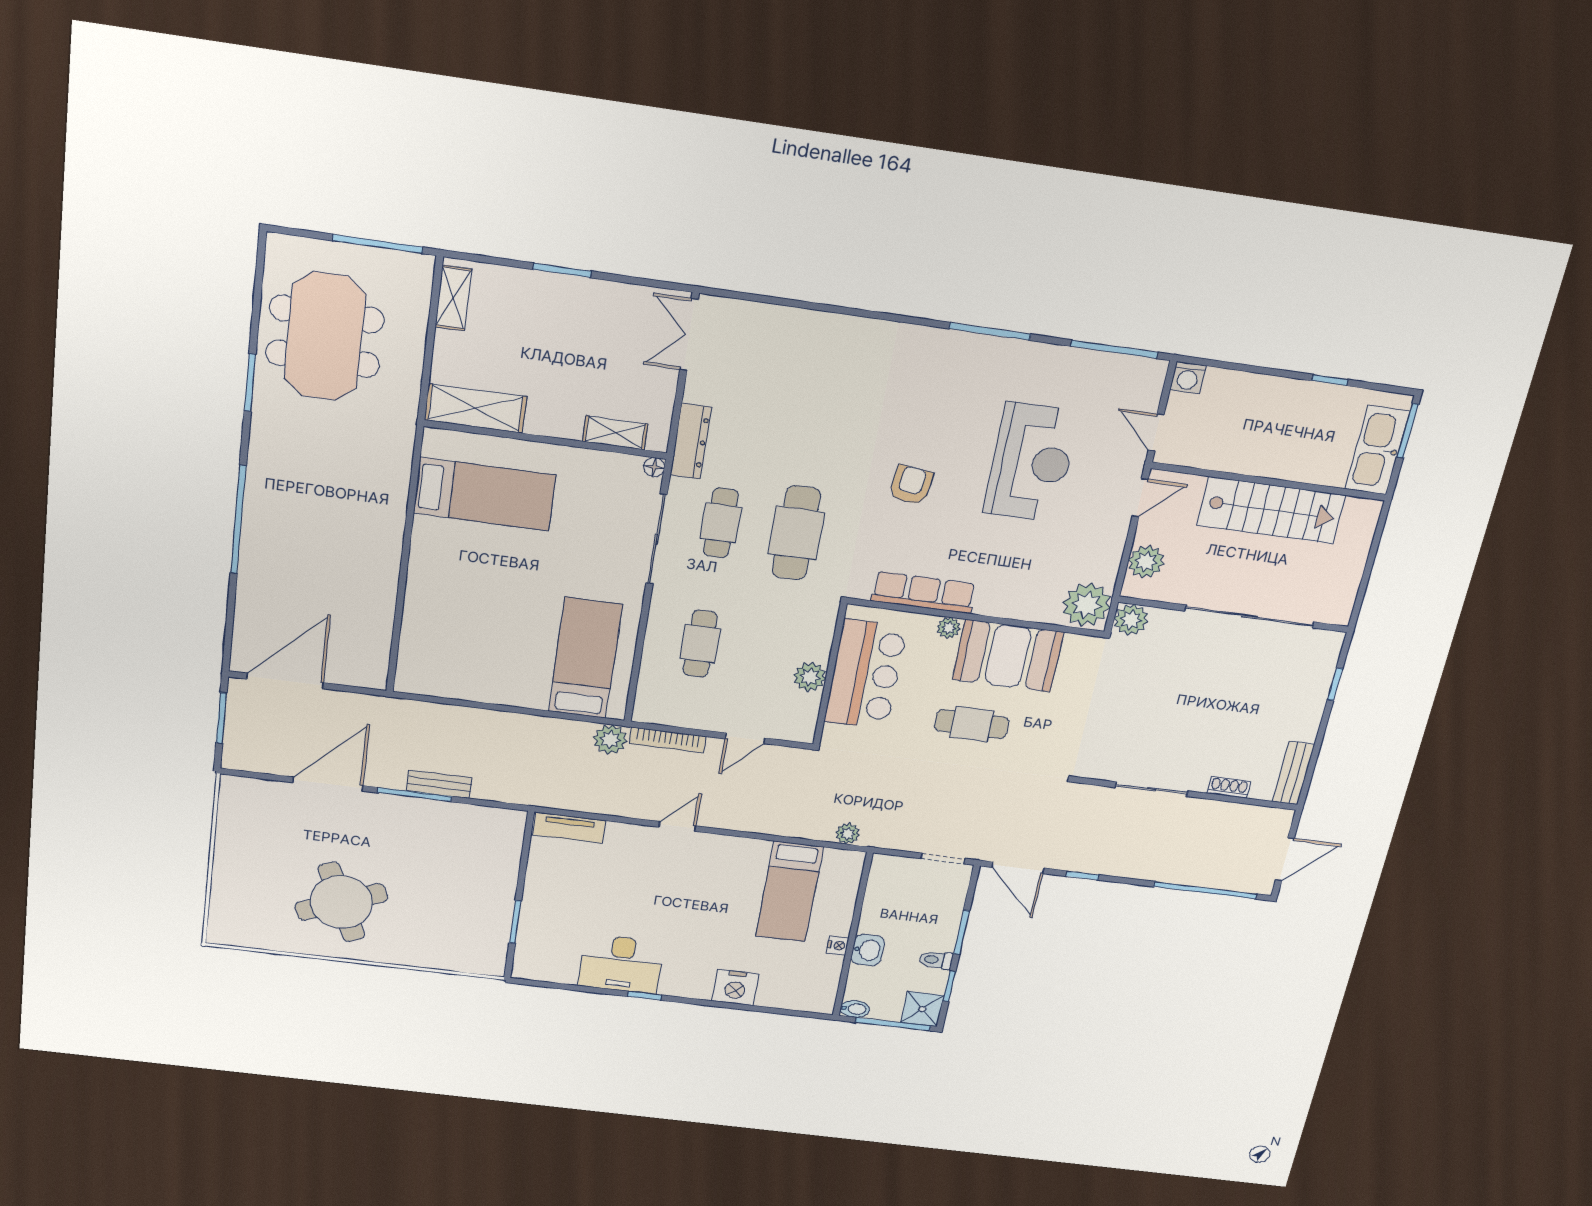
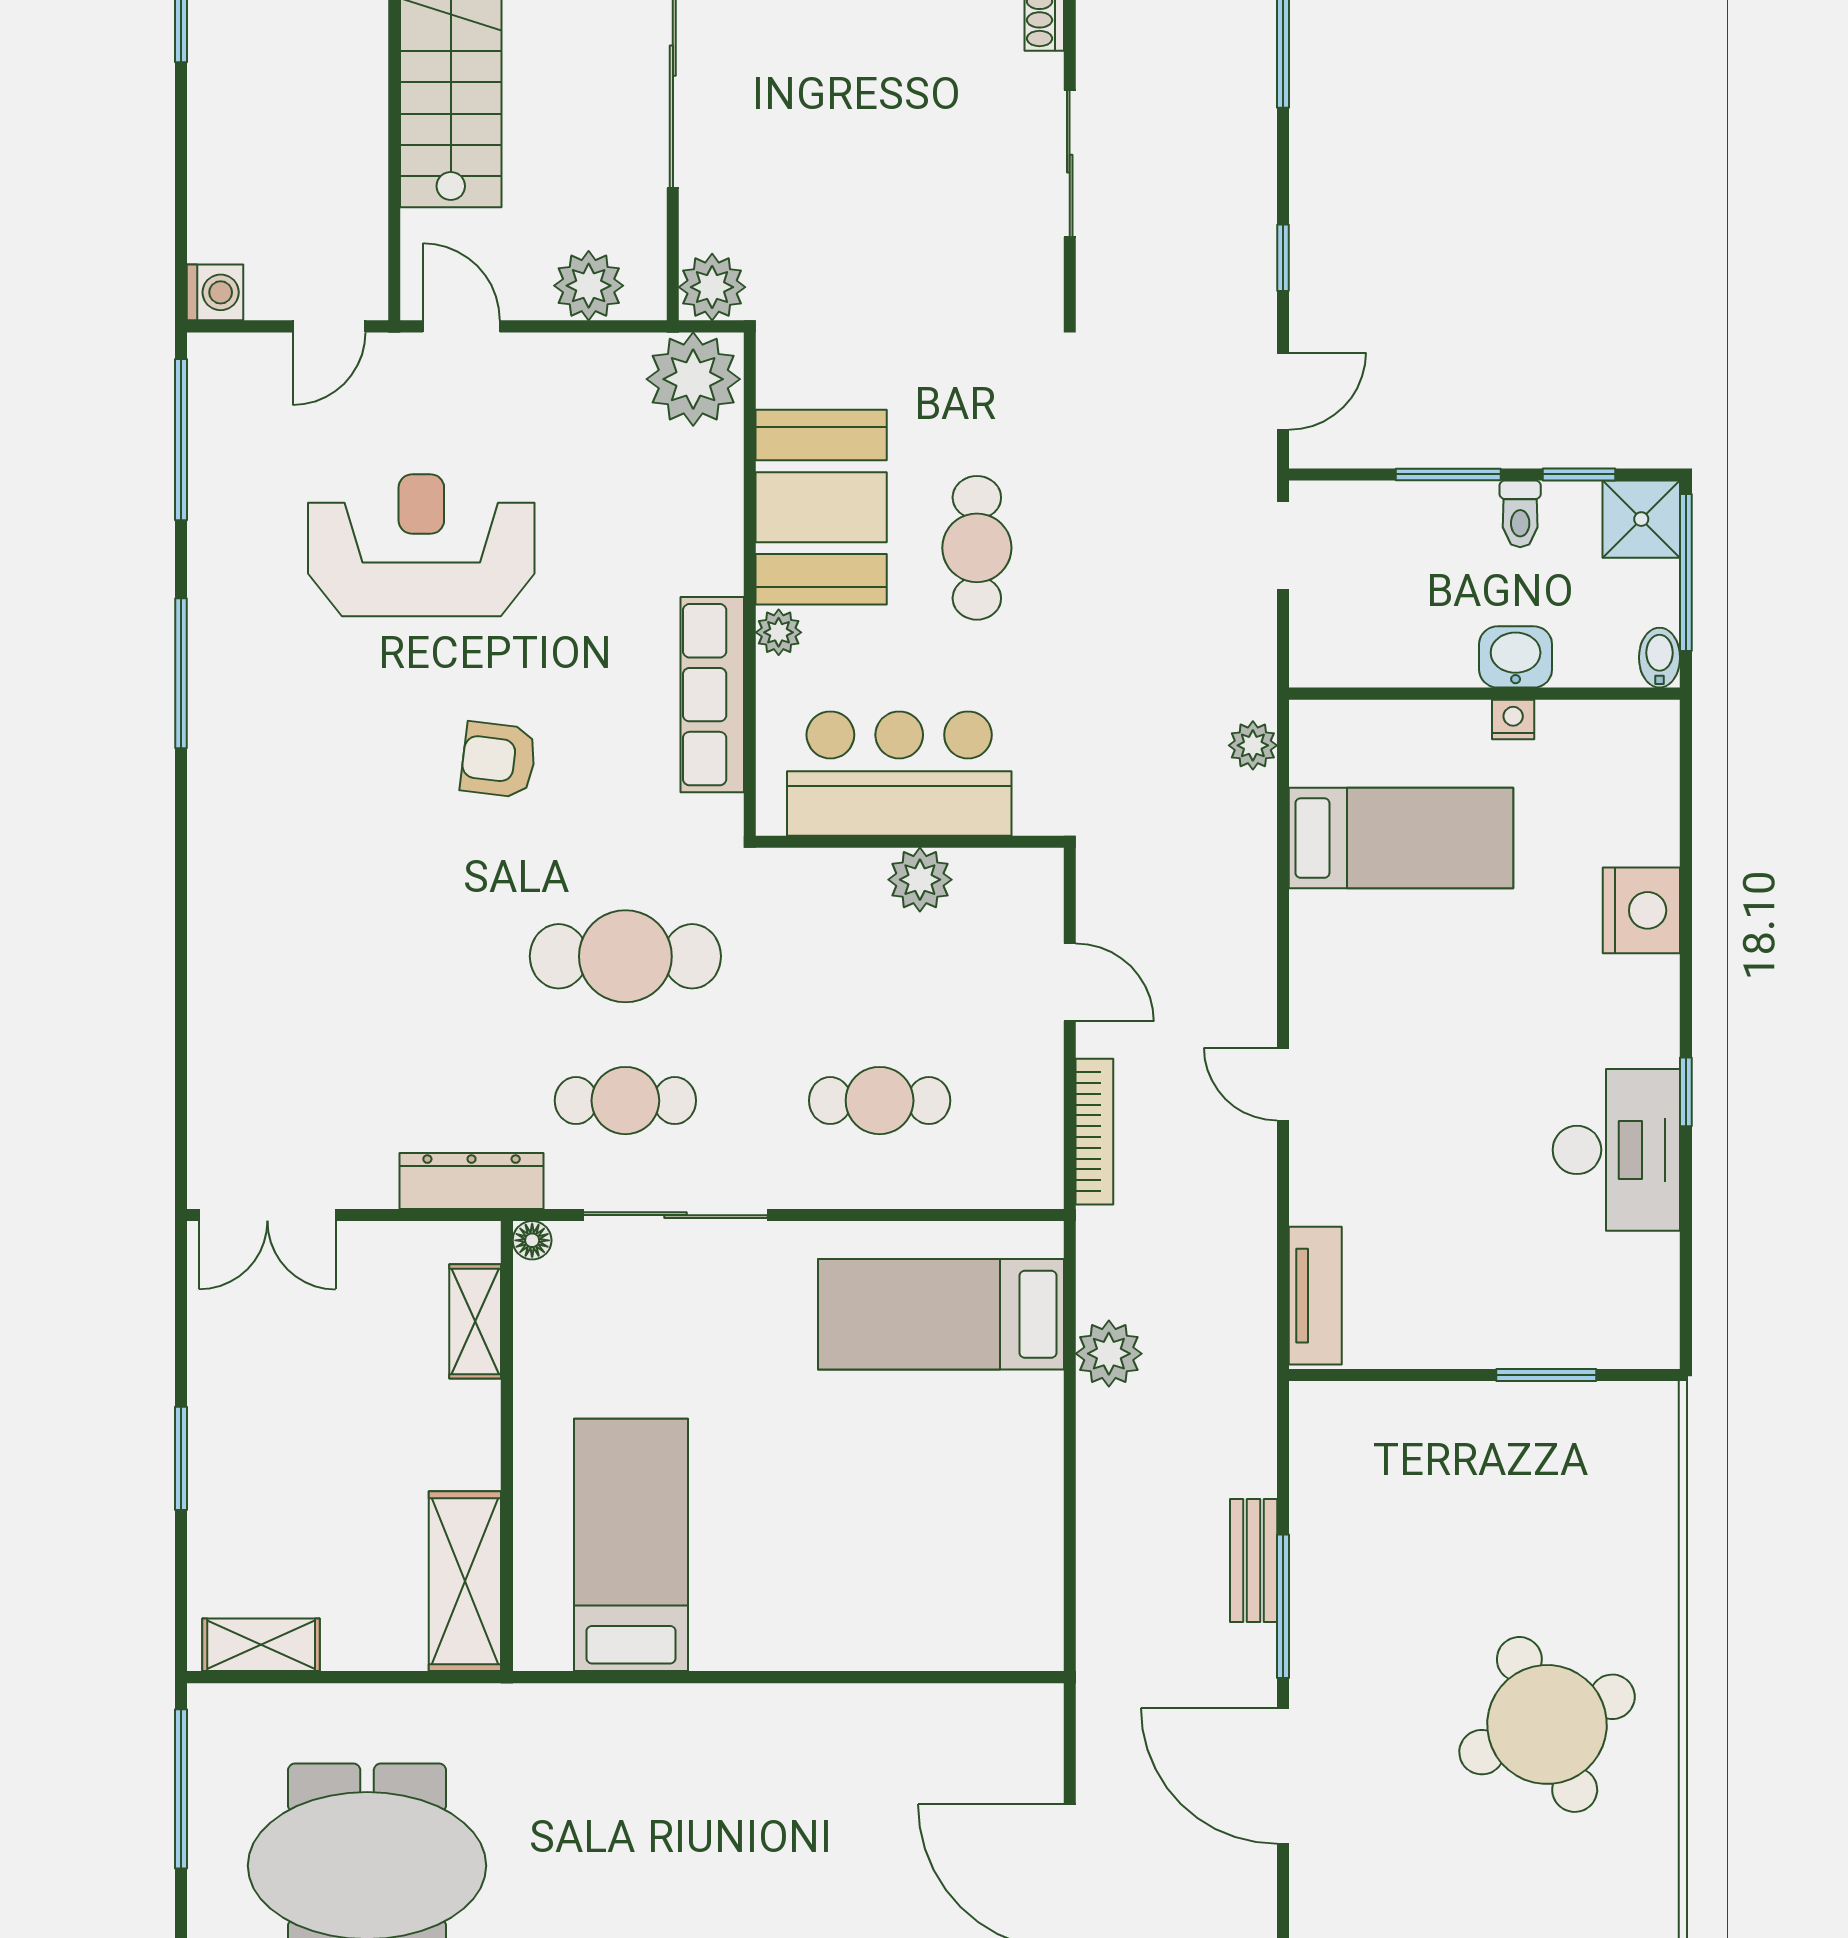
plant: (610, 739) -> (1109, 1354), moved
door: (1018, 868) -> (1283, 391), width x0.73

